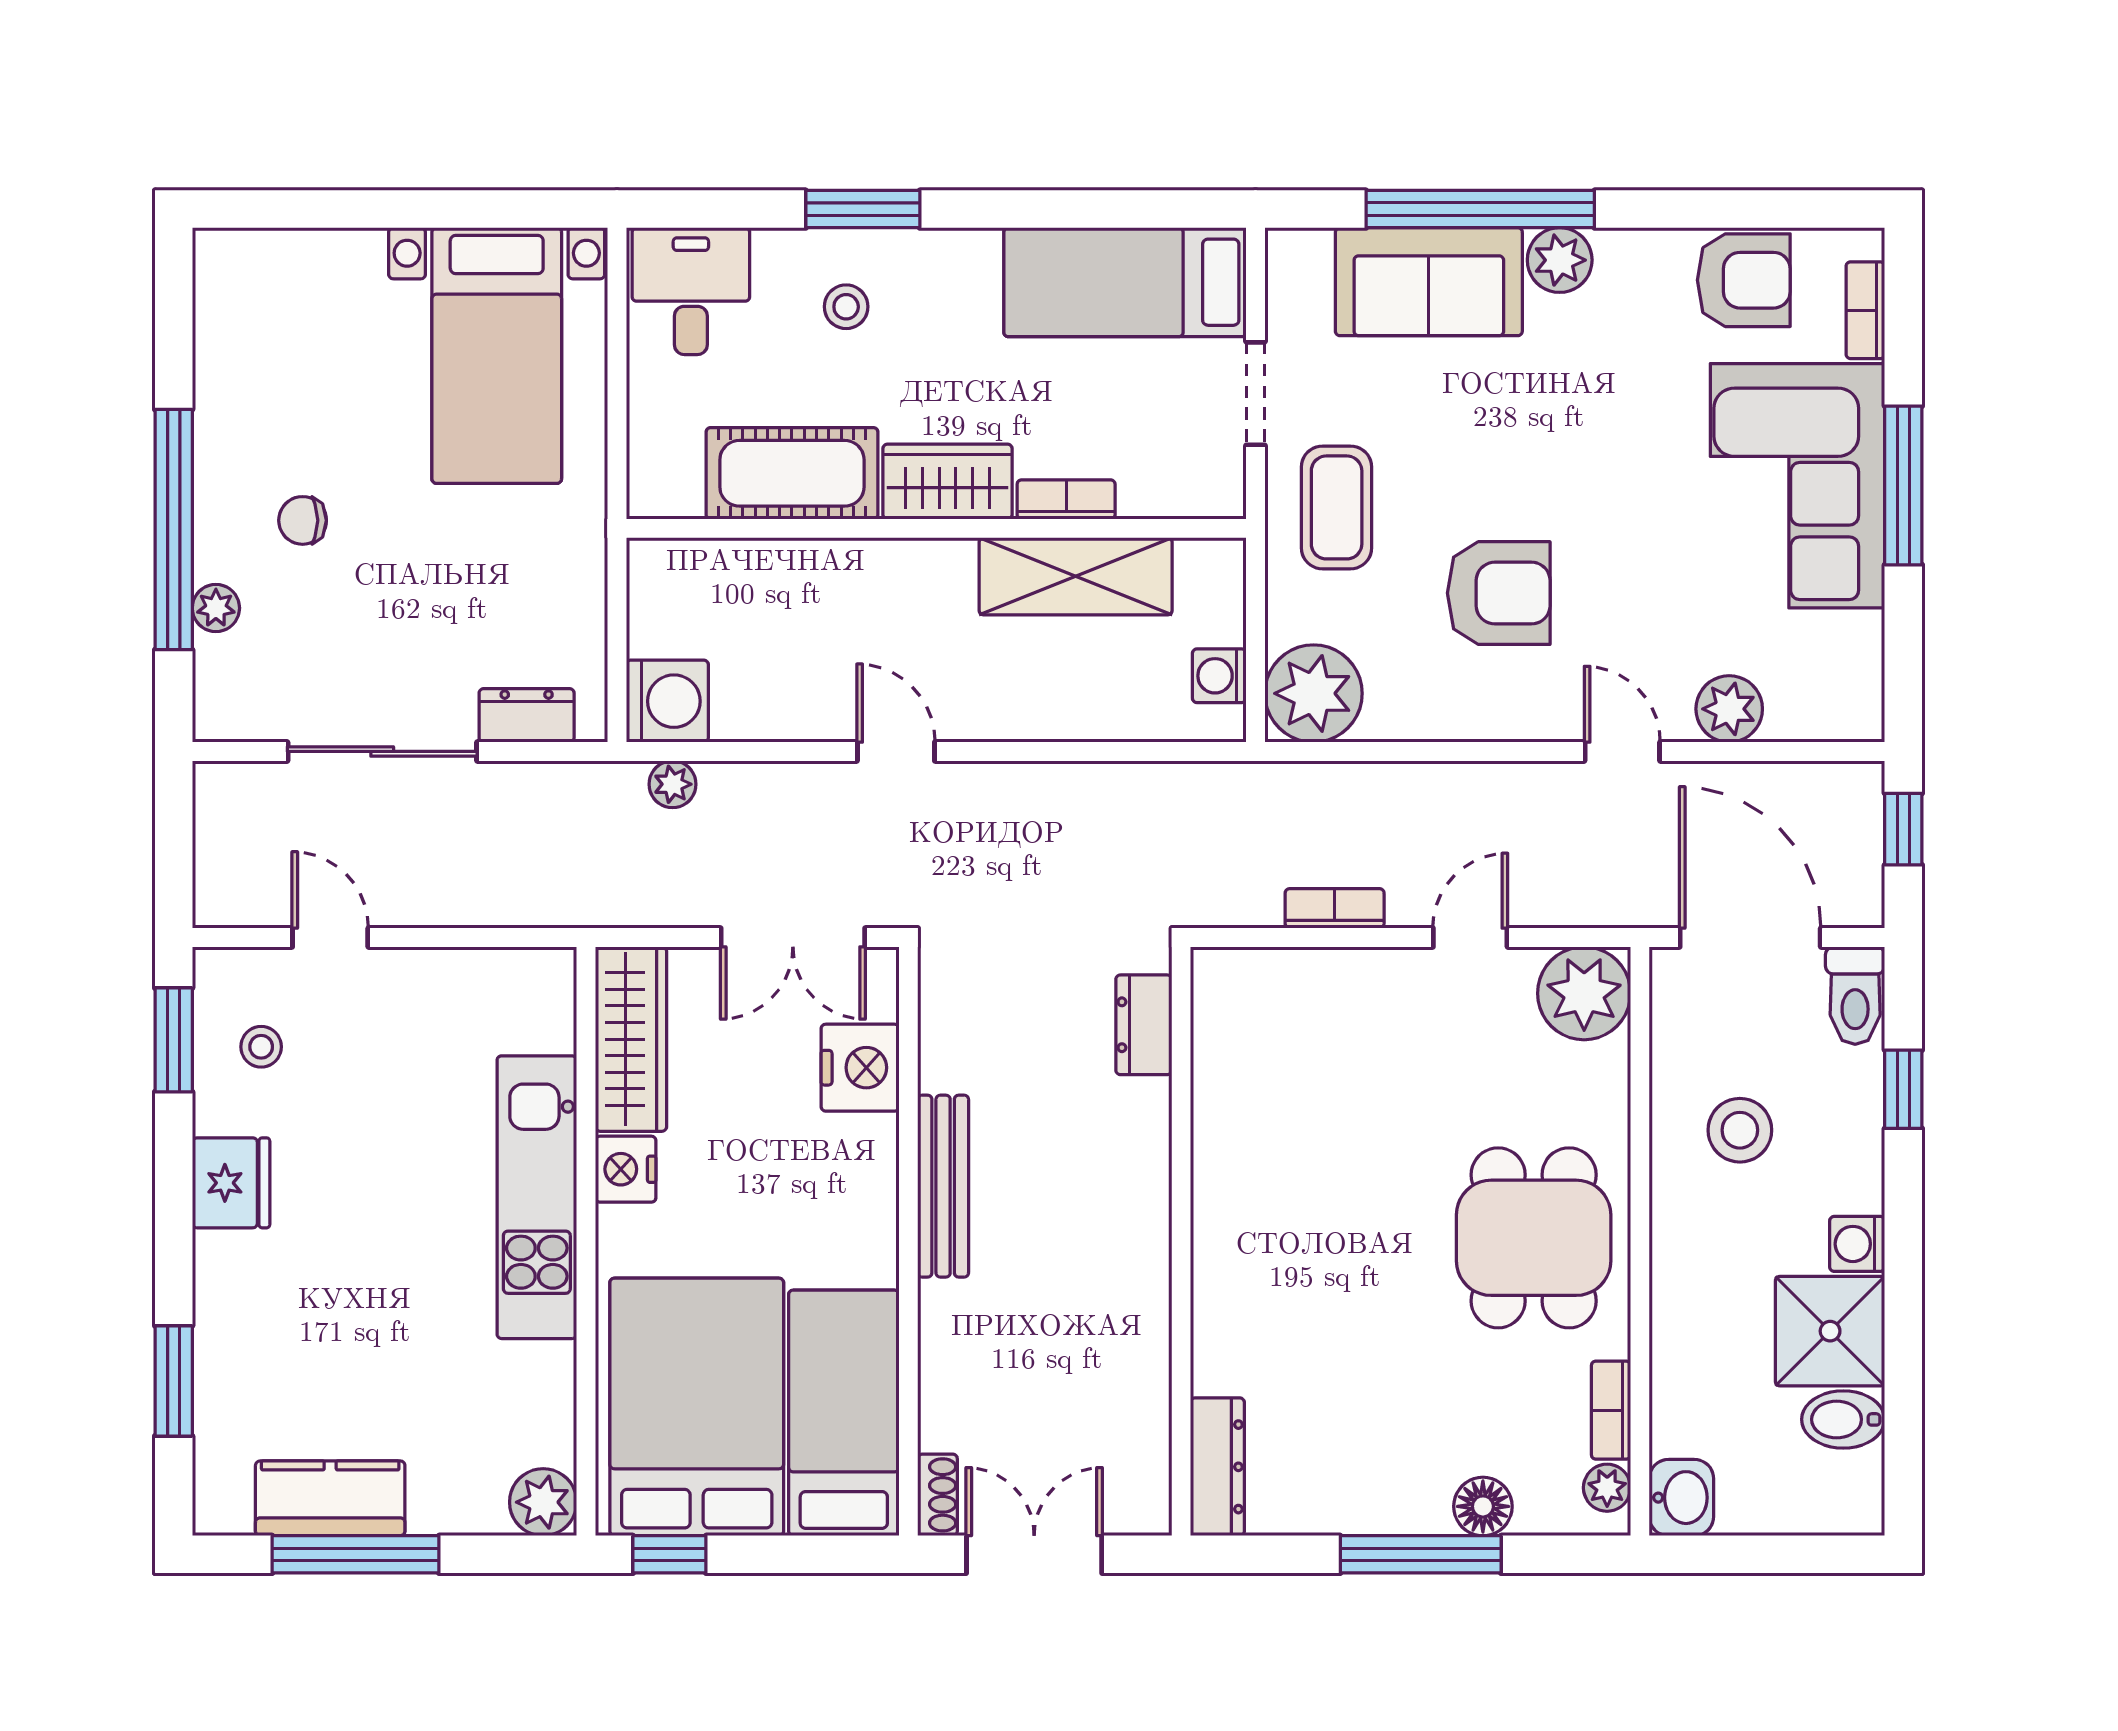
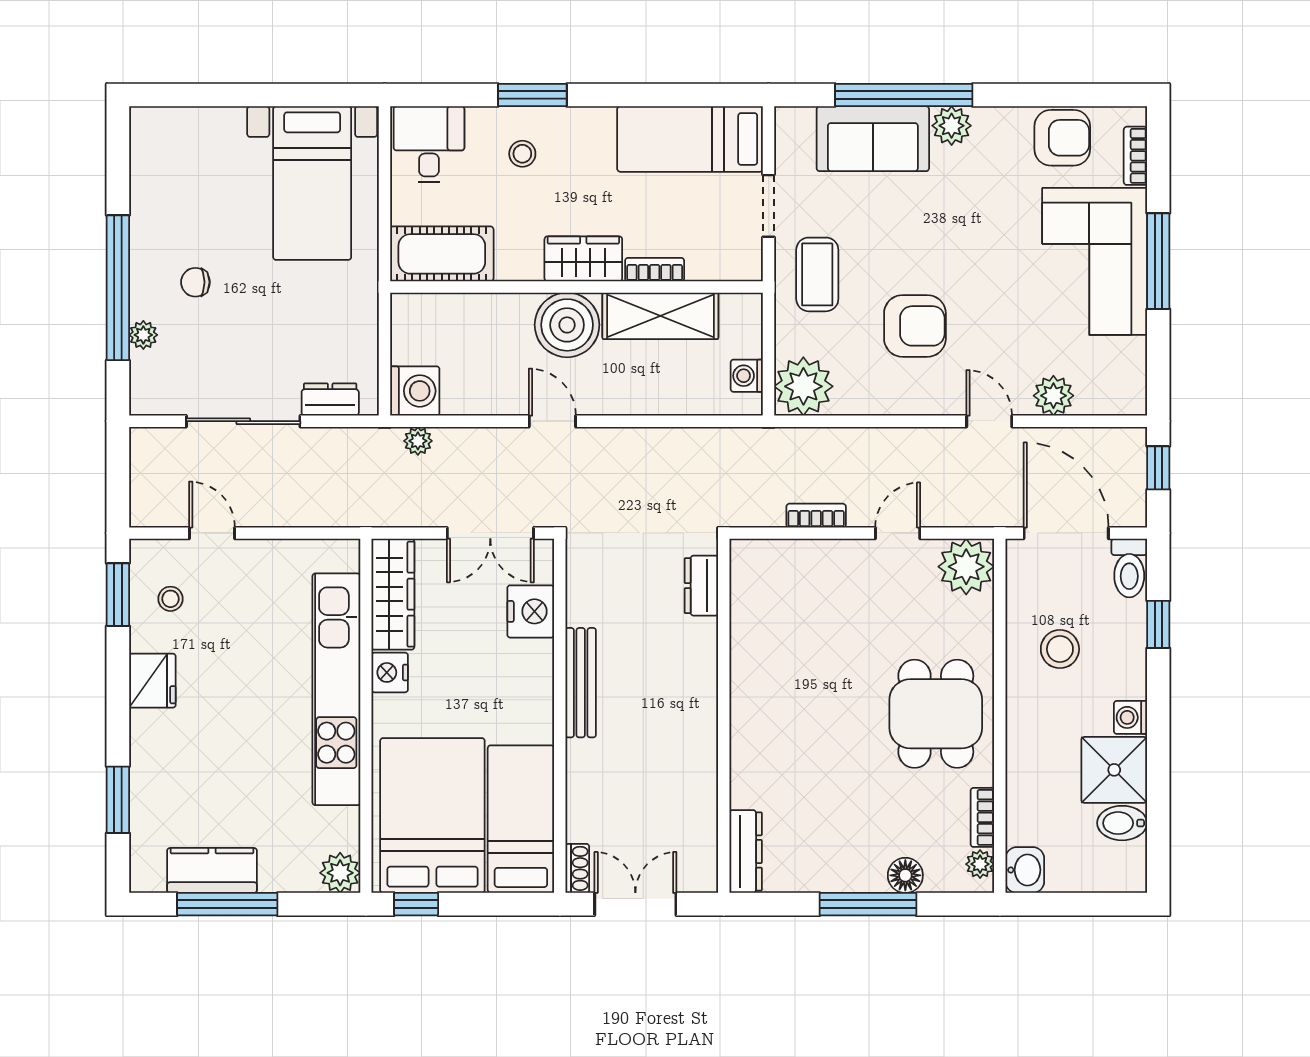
cot: (792, 473) -> (442, 254), moved
boiler: (920, 591) -> (567, 325), added
kitchen unit: (537, 1197) -> (336, 689), width x1.36

